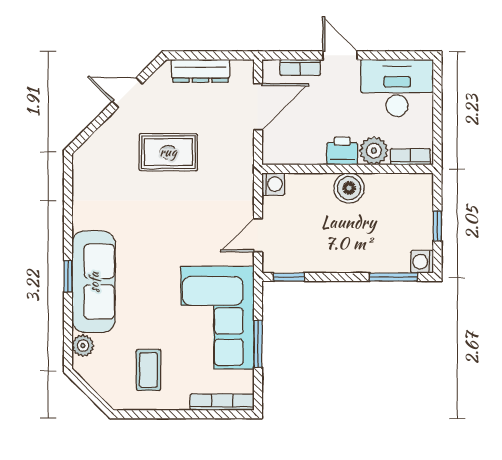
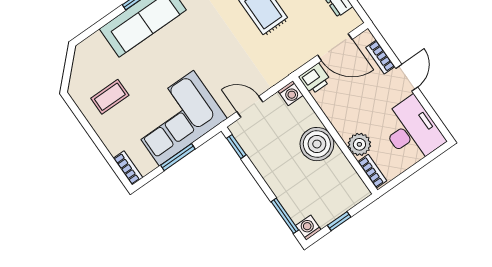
printer: (342, 151) -> (315, 79), moved, turned 90
boiler: (349, 188) -> (317, 144), width x1.37, depth x1.37
plant: (83, 346) -> (96, 42), removed
bookcase: (222, 402) -> (128, 168), width x0.64

